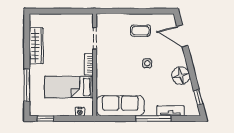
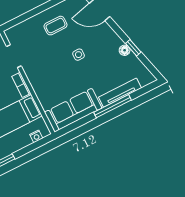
floor lamp: (181, 76) -> (125, 50), width x0.53, depth x0.53
window: (198, 97) -> (133, 48), moved
tv unit: (171, 111) -> (120, 93), width x1.41

